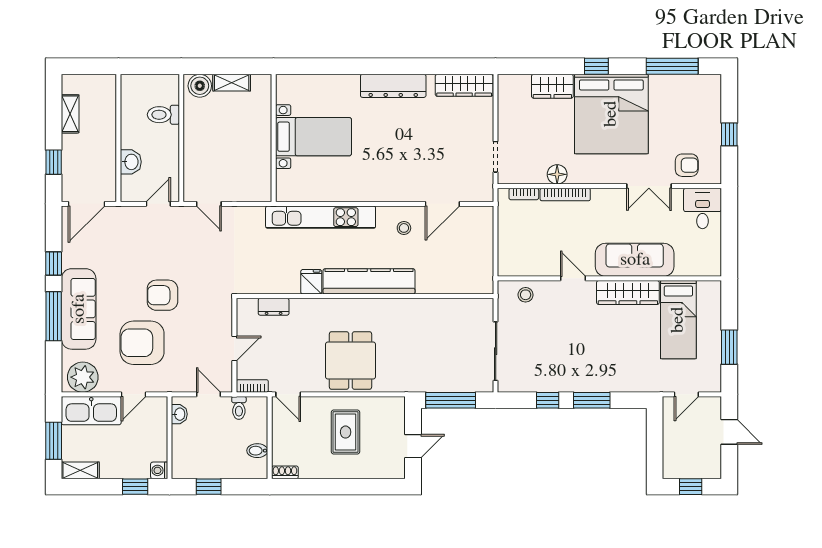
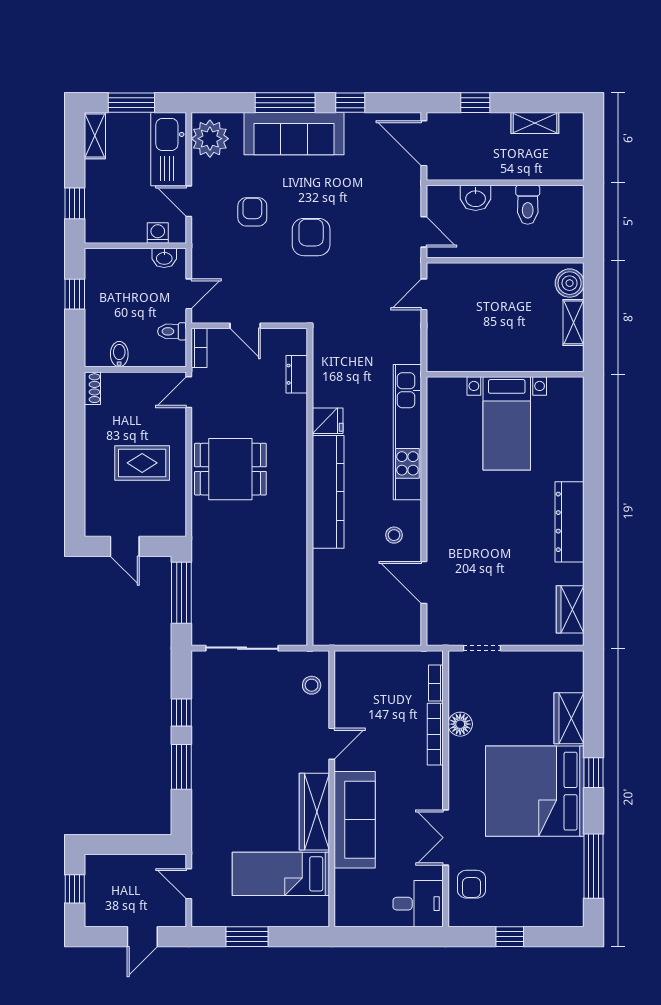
wardrobe: (464, 85) -> (570, 609), width x0.67
toilet: (163, 115) -> (528, 205), moved, turned 180
armchair: (142, 343) -> (252, 212), width x0.53, depth x0.53
washing machine: (159, 470) -> (158, 233), moved

